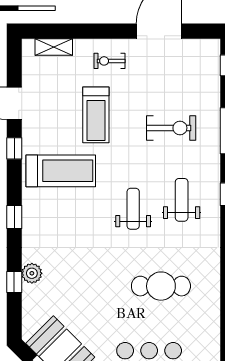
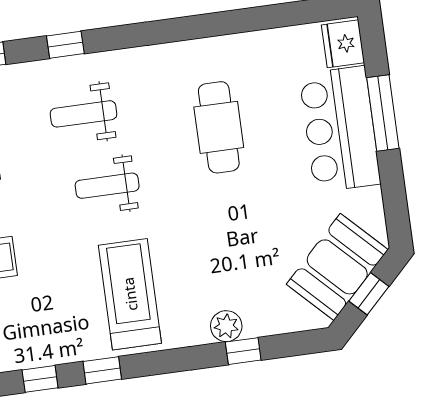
treadmill: (61, 171) -> (130, 294), moved
window: (14, 217) -> (102, 370), moved

